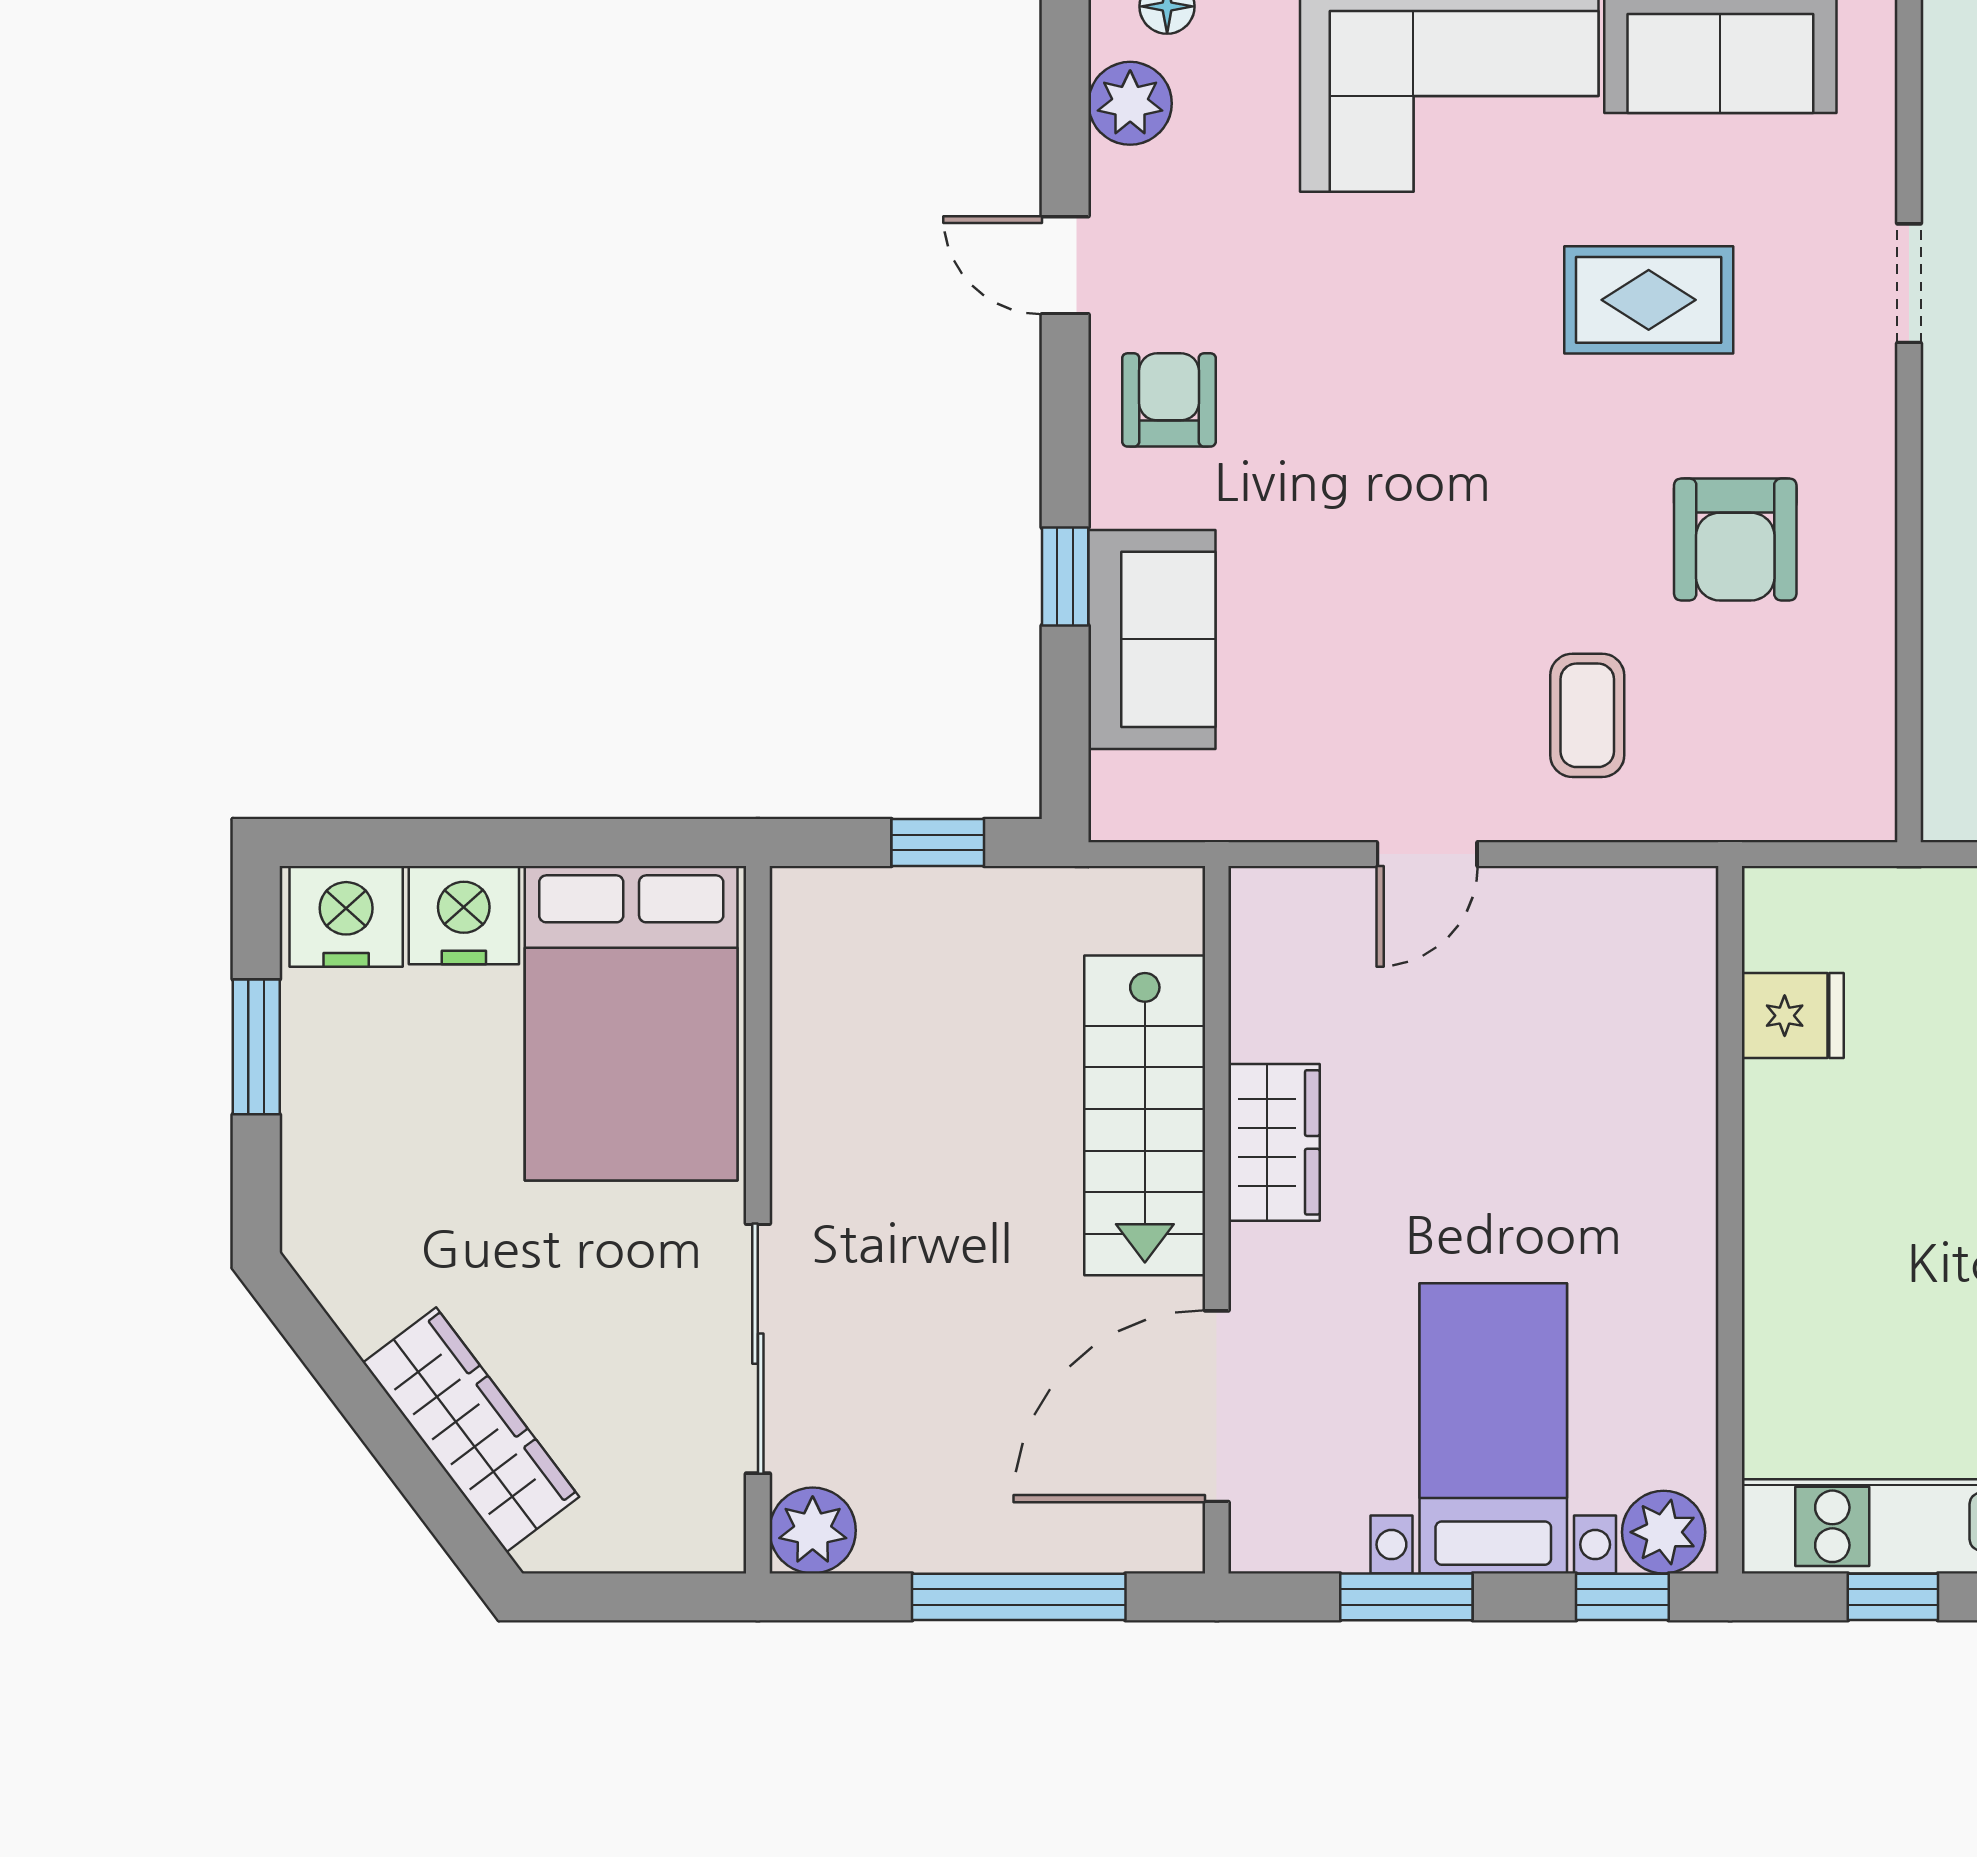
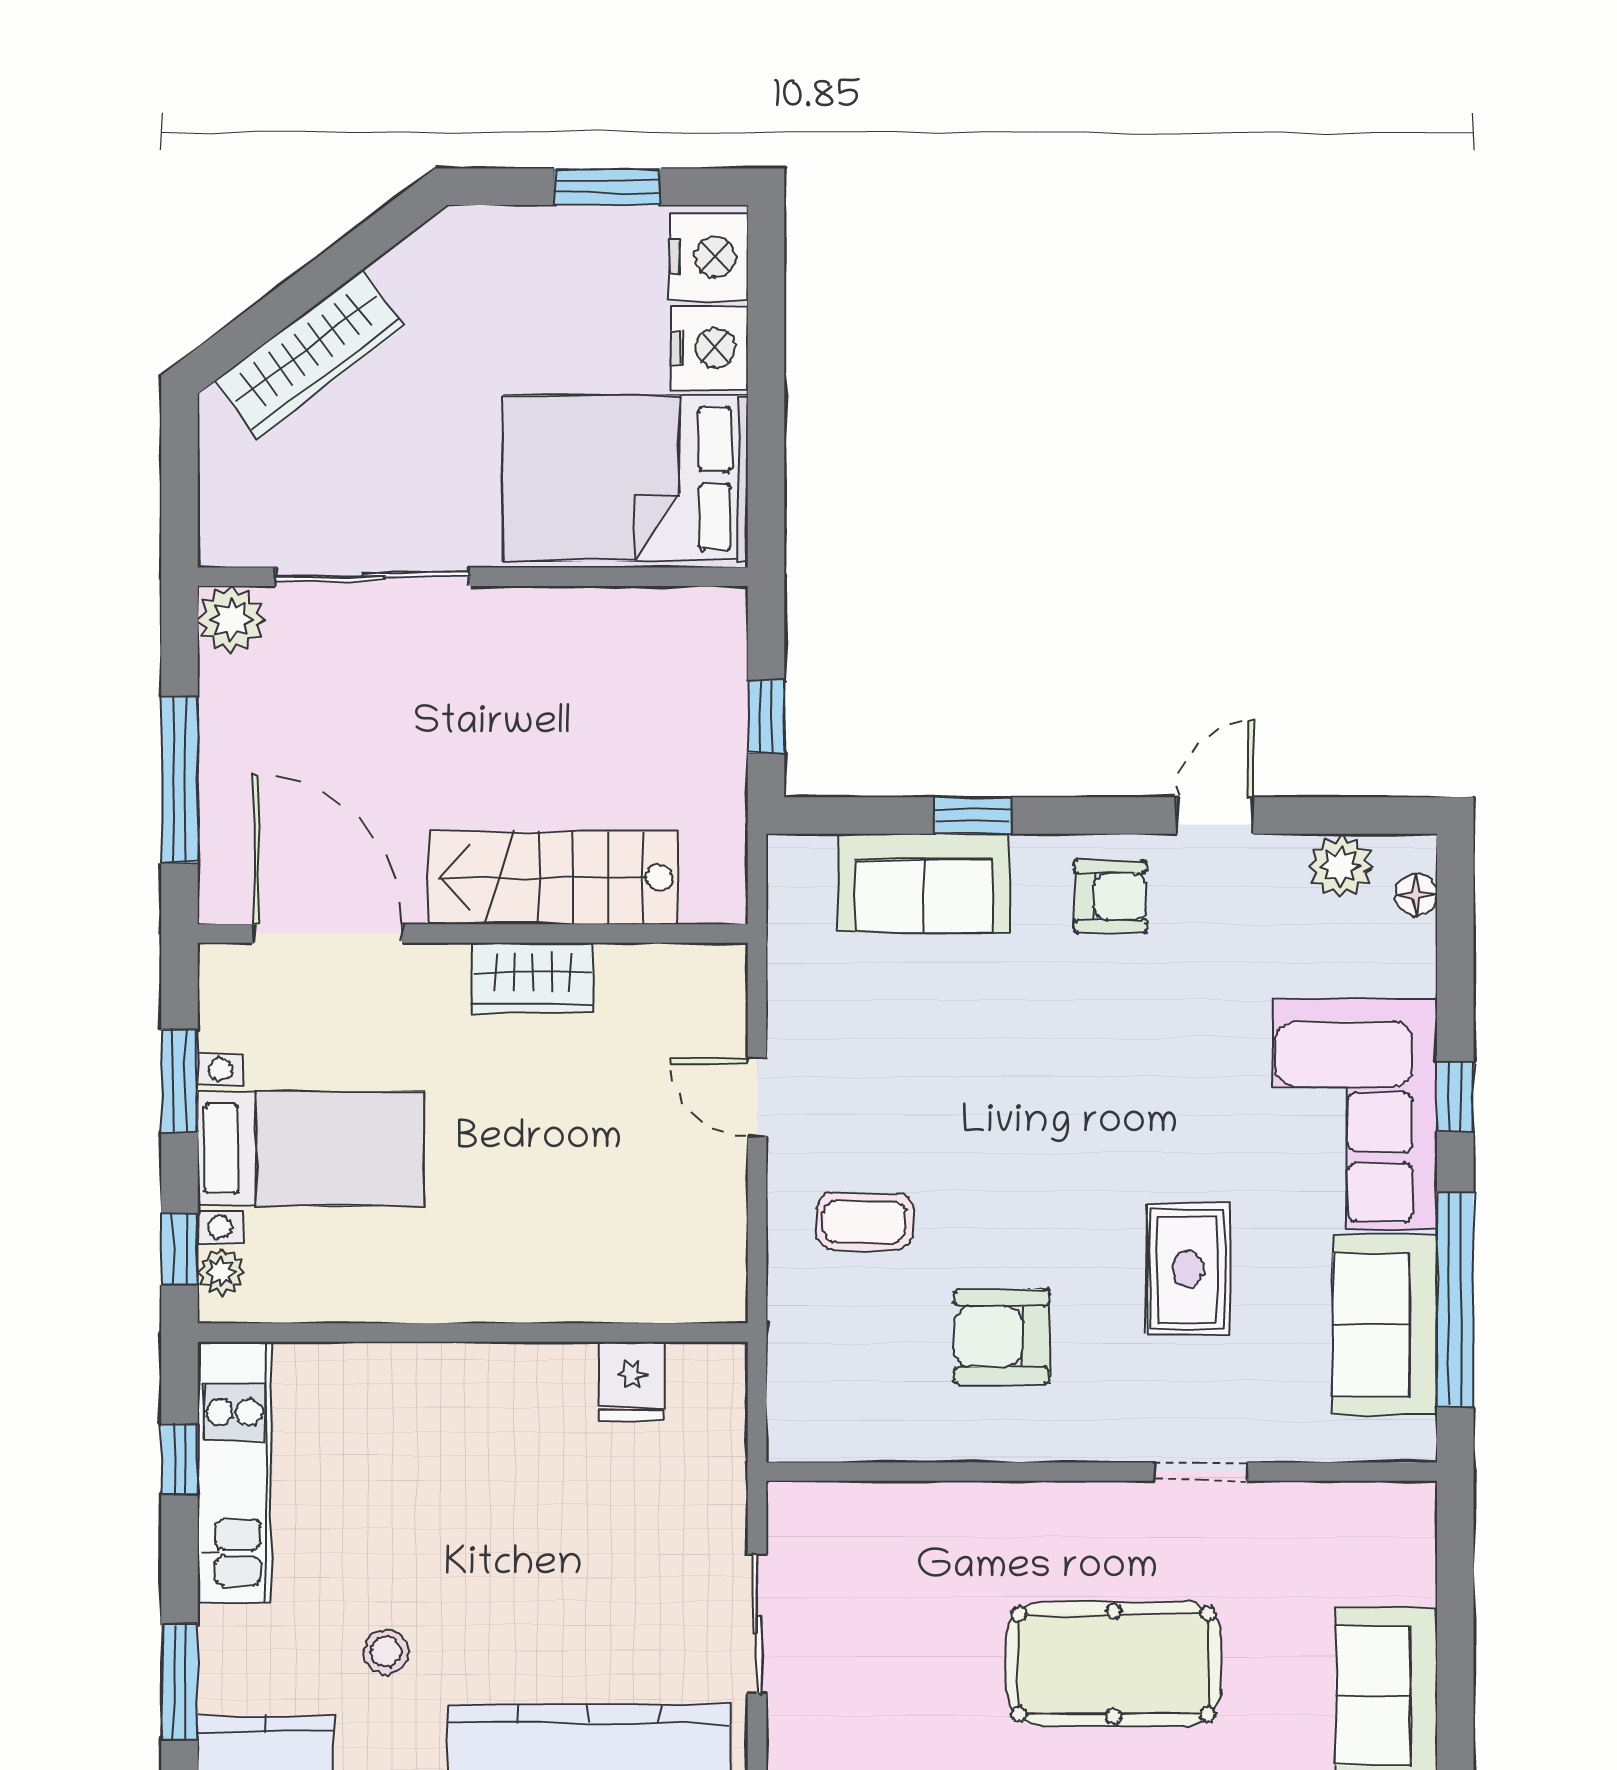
plant: (1664, 1532) -> (221, 1272), width x0.73, depth x0.73

